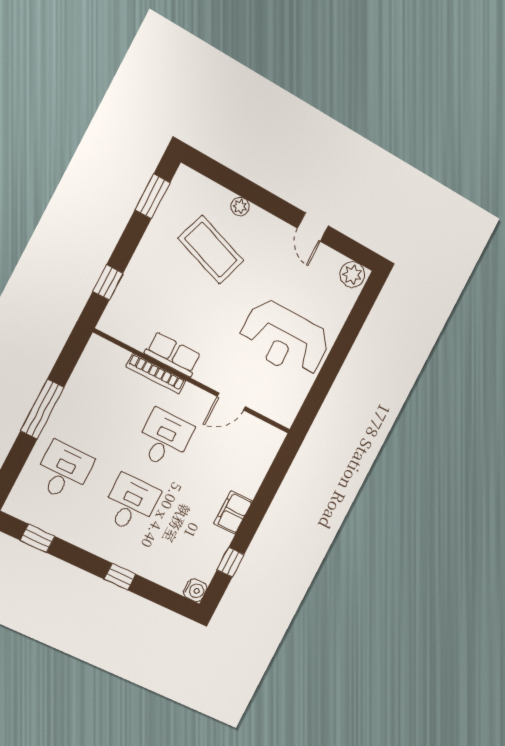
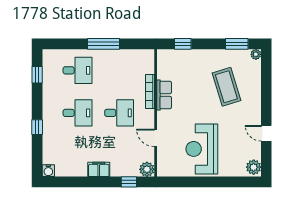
plant: (240, 207) -> (256, 54), moved
door: (313, 227) -> (266, 133), hinge flipped
coffee table: (211, 250) -> (226, 87), turned -36
plant: (271, 439) -> (147, 169), added
window: (230, 562) -> (129, 182), moved

